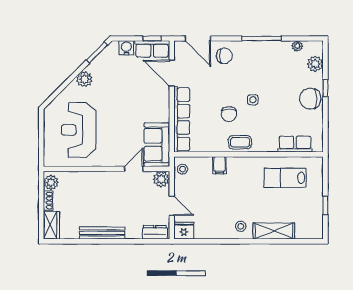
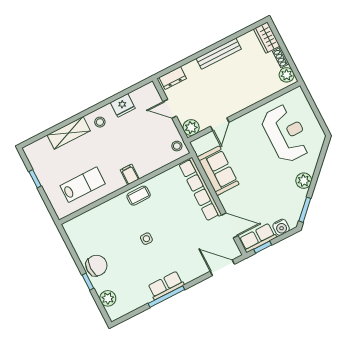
plant: (297, 46) -> (132, 306), removed
chair: (224, 56) -> (191, 264), removed
chair: (229, 114) -> (161, 215), removed
row of seats: (295, 144) -> (166, 285), moved, turned 180
sofa: (157, 145) -> (218, 171), moved
filing cabinet: (219, 165) -> (130, 174), moved
fridge: (184, 231) -> (123, 105), moved

